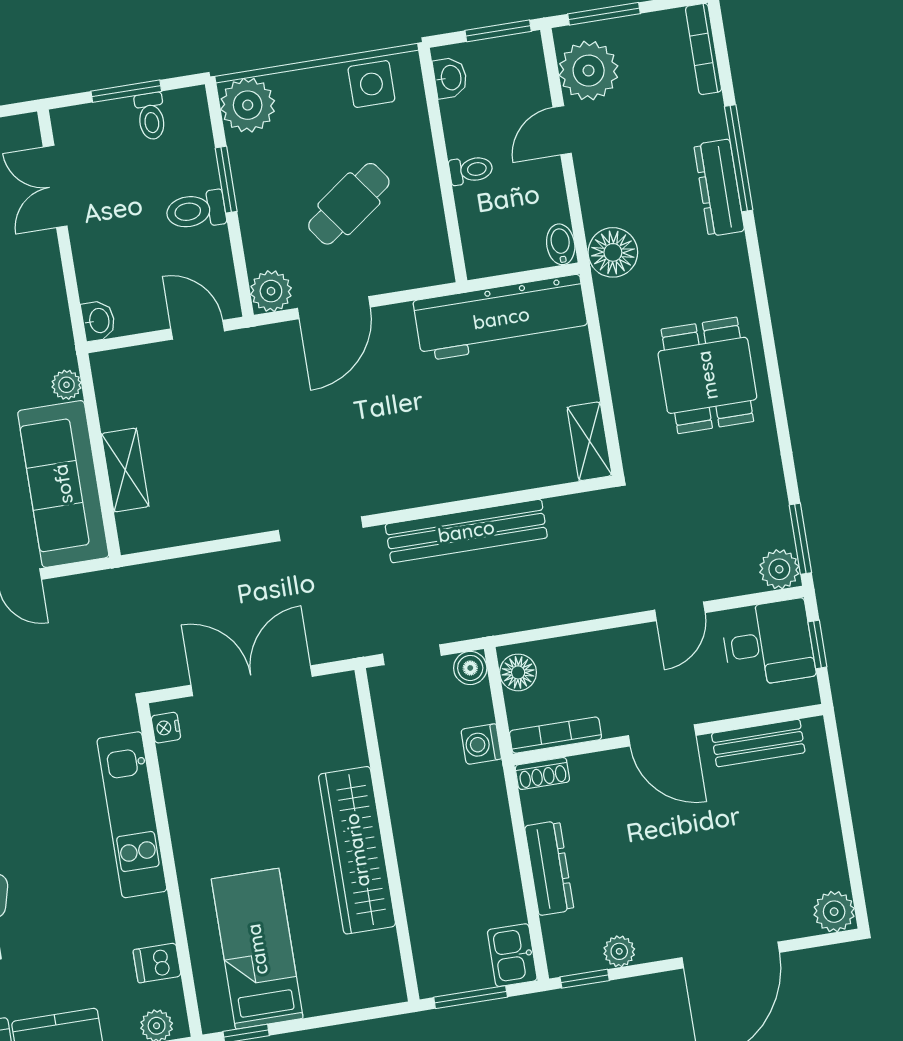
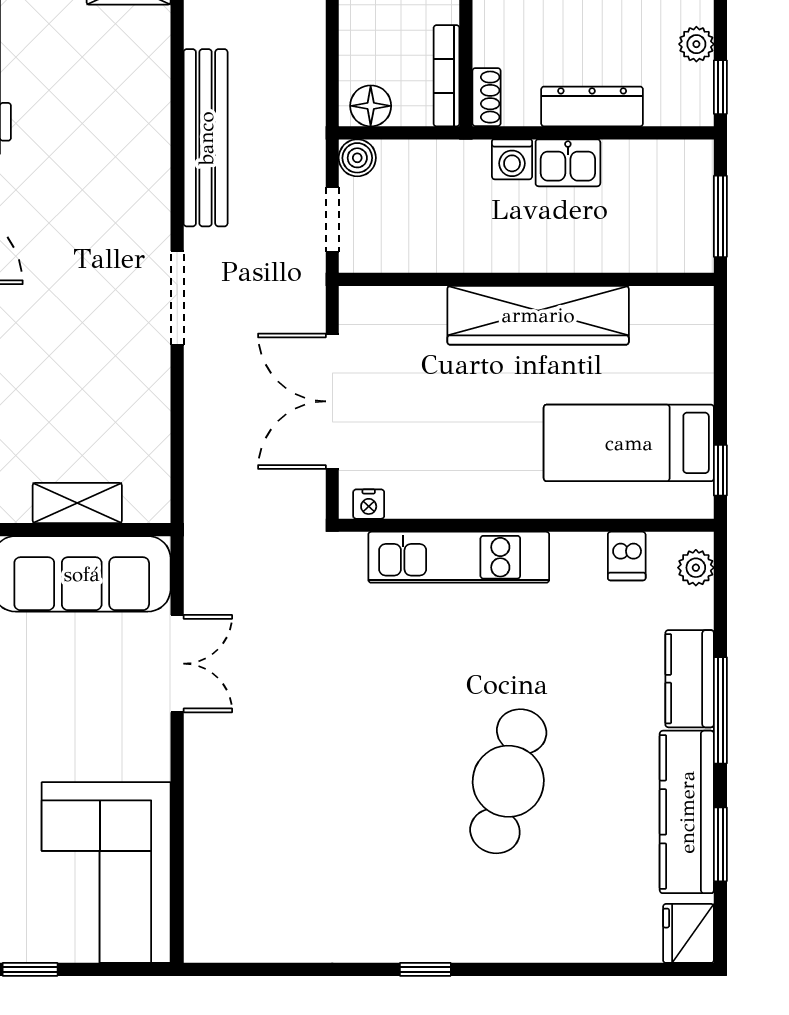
washing machine: (481, 744) -> (512, 159), moved
kitchen sink: (512, 955) -> (568, 163), moved

